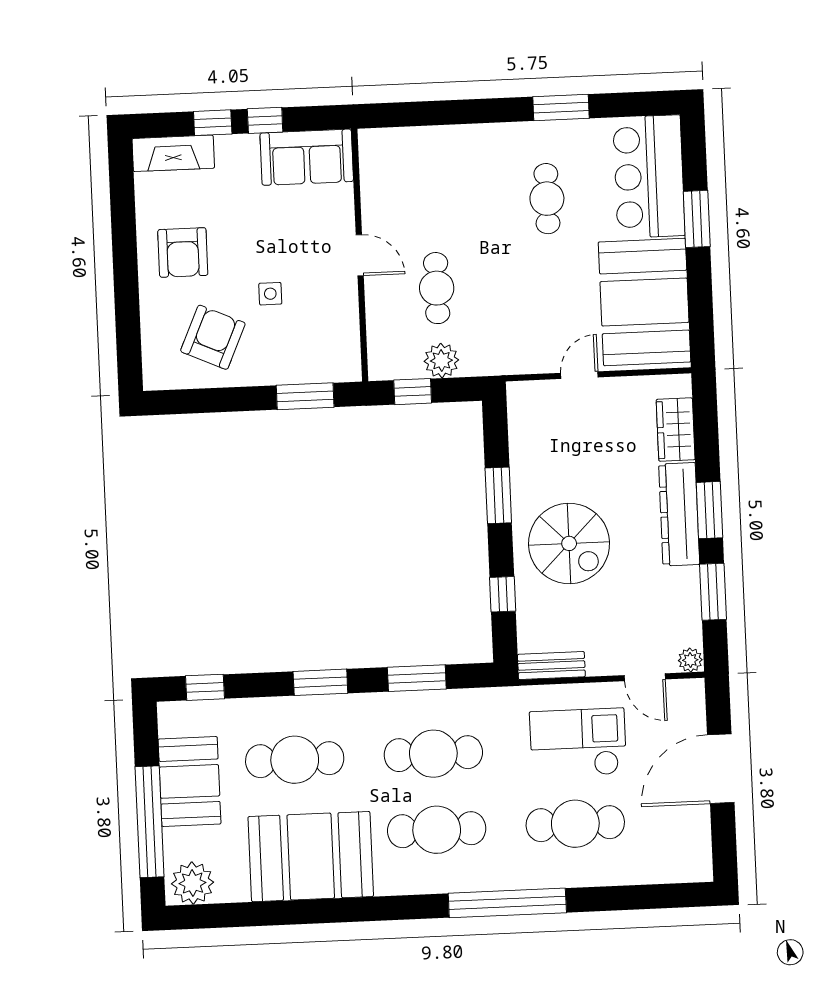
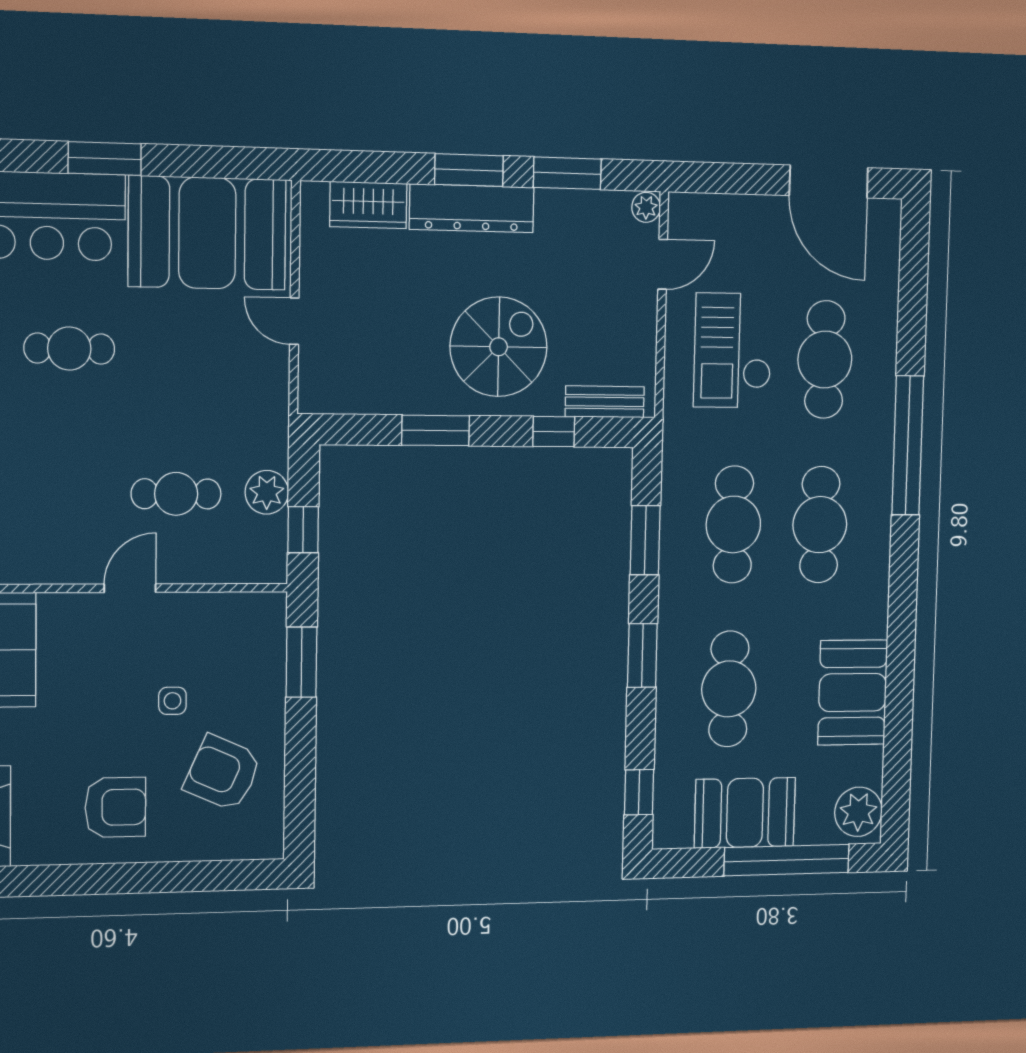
bench: (551, 666) -> (605, 402), moved, turned 90
door: (721, 769) -> (829, 182), moved
booth: (311, 857) -> (853, 692), width x0.73, depth x0.70

